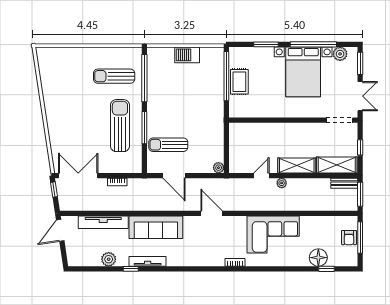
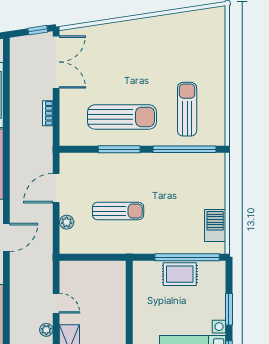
barbecue: (187, 55) -> (215, 226), moved
sun lounger: (168, 145) -> (118, 211), moved, turned 90
plant: (219, 168) -> (67, 222), moved

